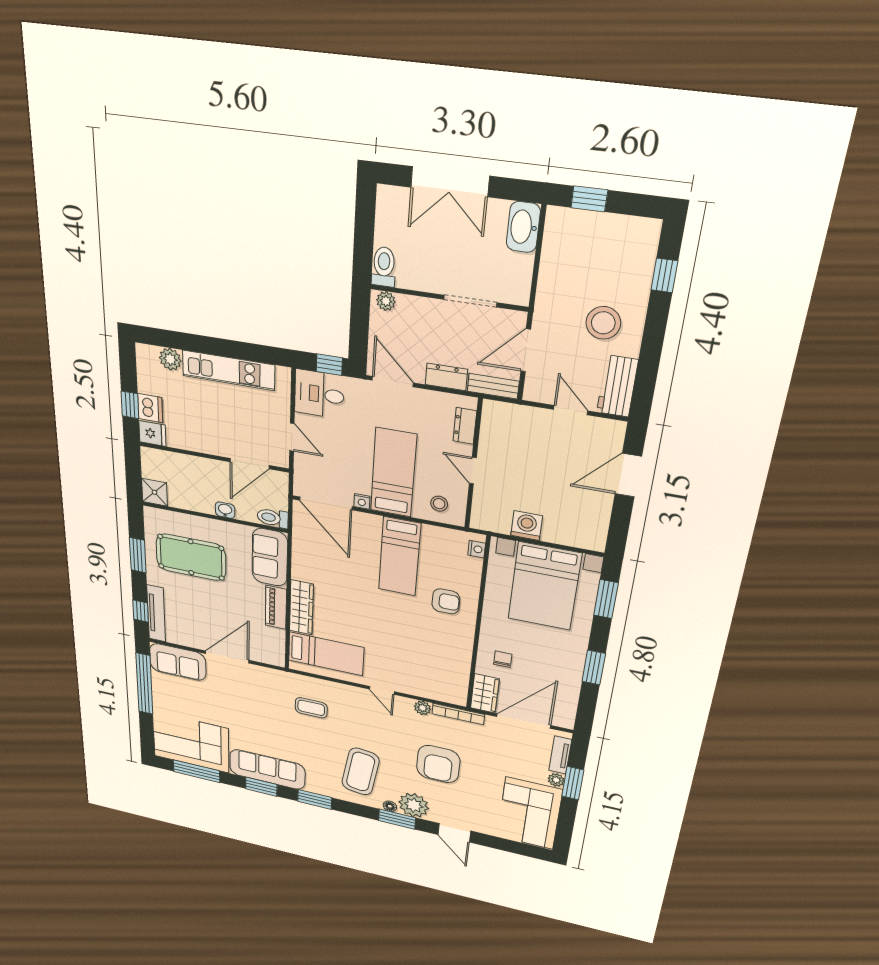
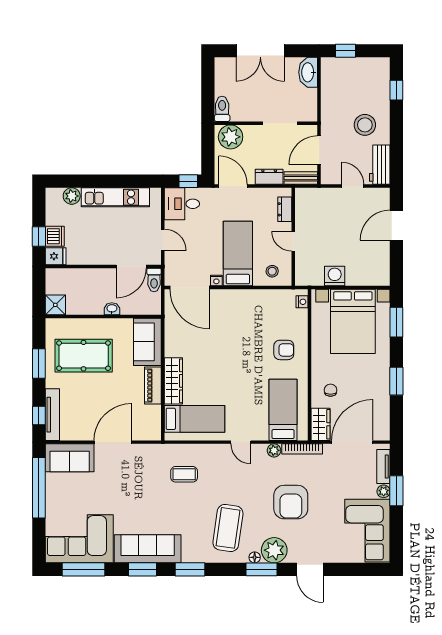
plant: (386, 301) -> (231, 137), width x1.88, depth x1.88
toilet: (273, 518) -> (154, 280), moved, turned -90
bed: (400, 557) -> (283, 410), moved, turned 180

